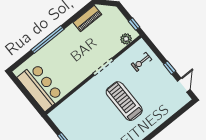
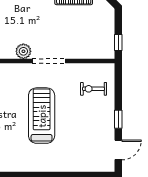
plant: (126, 39) -> (23, 51), moved

